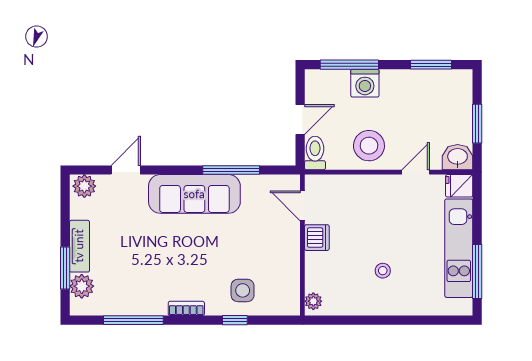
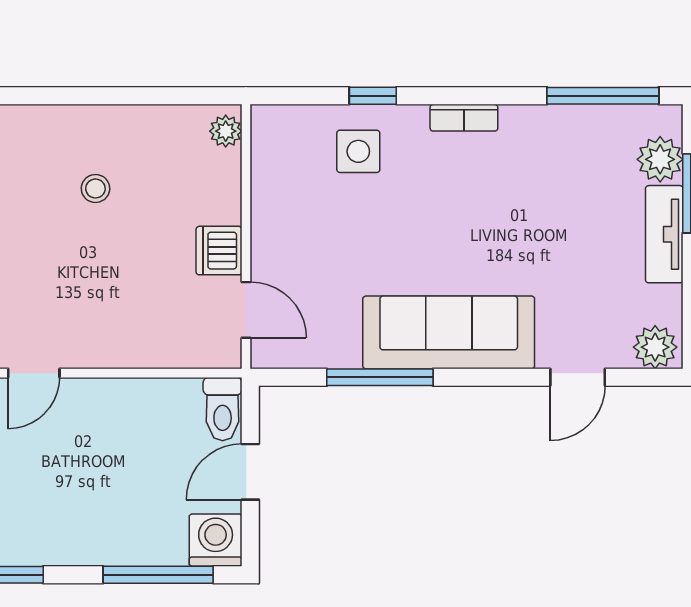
washing machine: (365, 83) -> (216, 540), moved
stool: (369, 146) -> (121, 423), removed
window: (133, 320) -> (603, 96), moved

